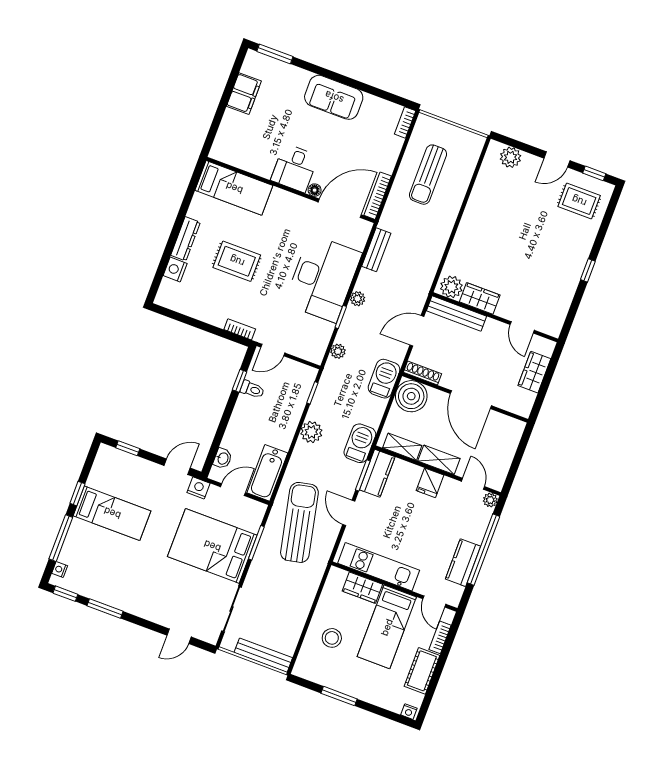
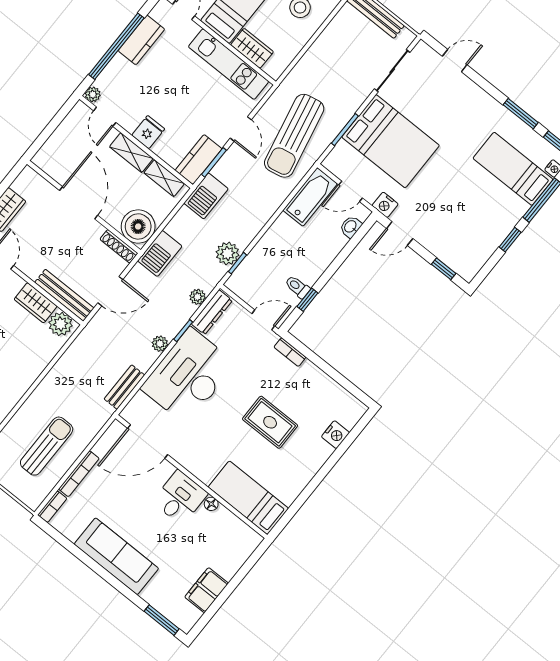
sofa: (334, 97) -> (116, 556), width x1.36
floor lamp: (315, 190) -> (211, 504), moved
bookcase: (378, 196) -> (79, 474), moved
dresser: (185, 239) -> (212, 312), moved, turned 180
plant: (311, 432) -> (228, 253), moved
bed: (112, 513) -> (513, 169), moved

